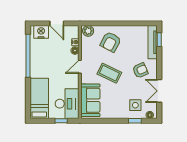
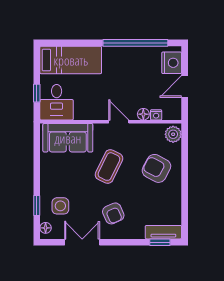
tv unit: (153, 42) -> (163, 232), width x0.71
desk: (67, 104) -> (57, 102), width x0.73

